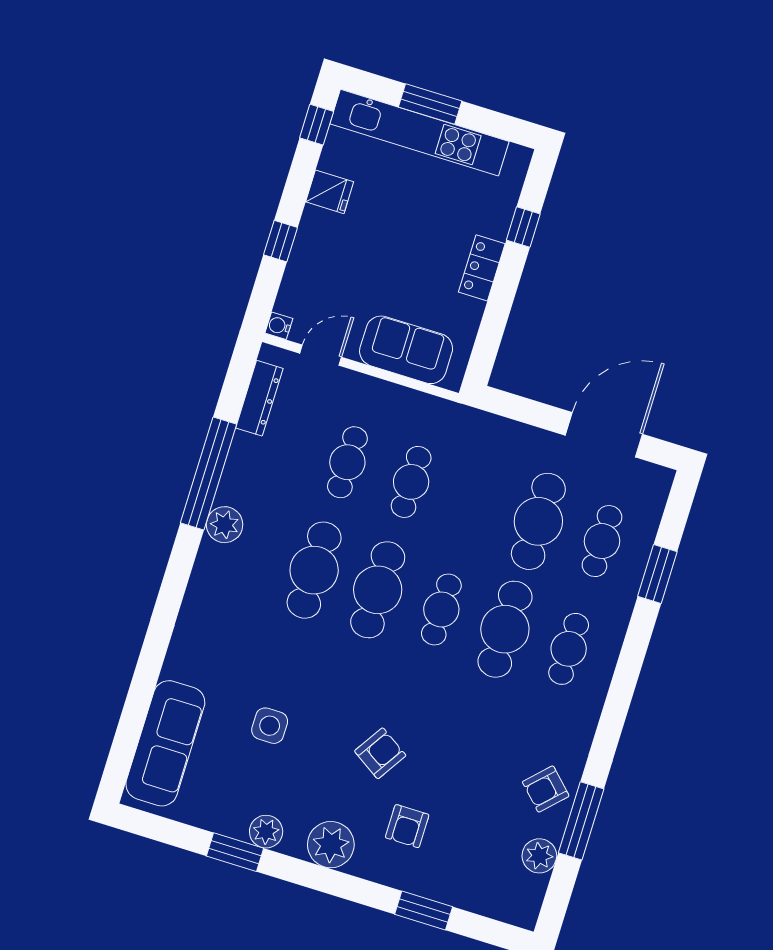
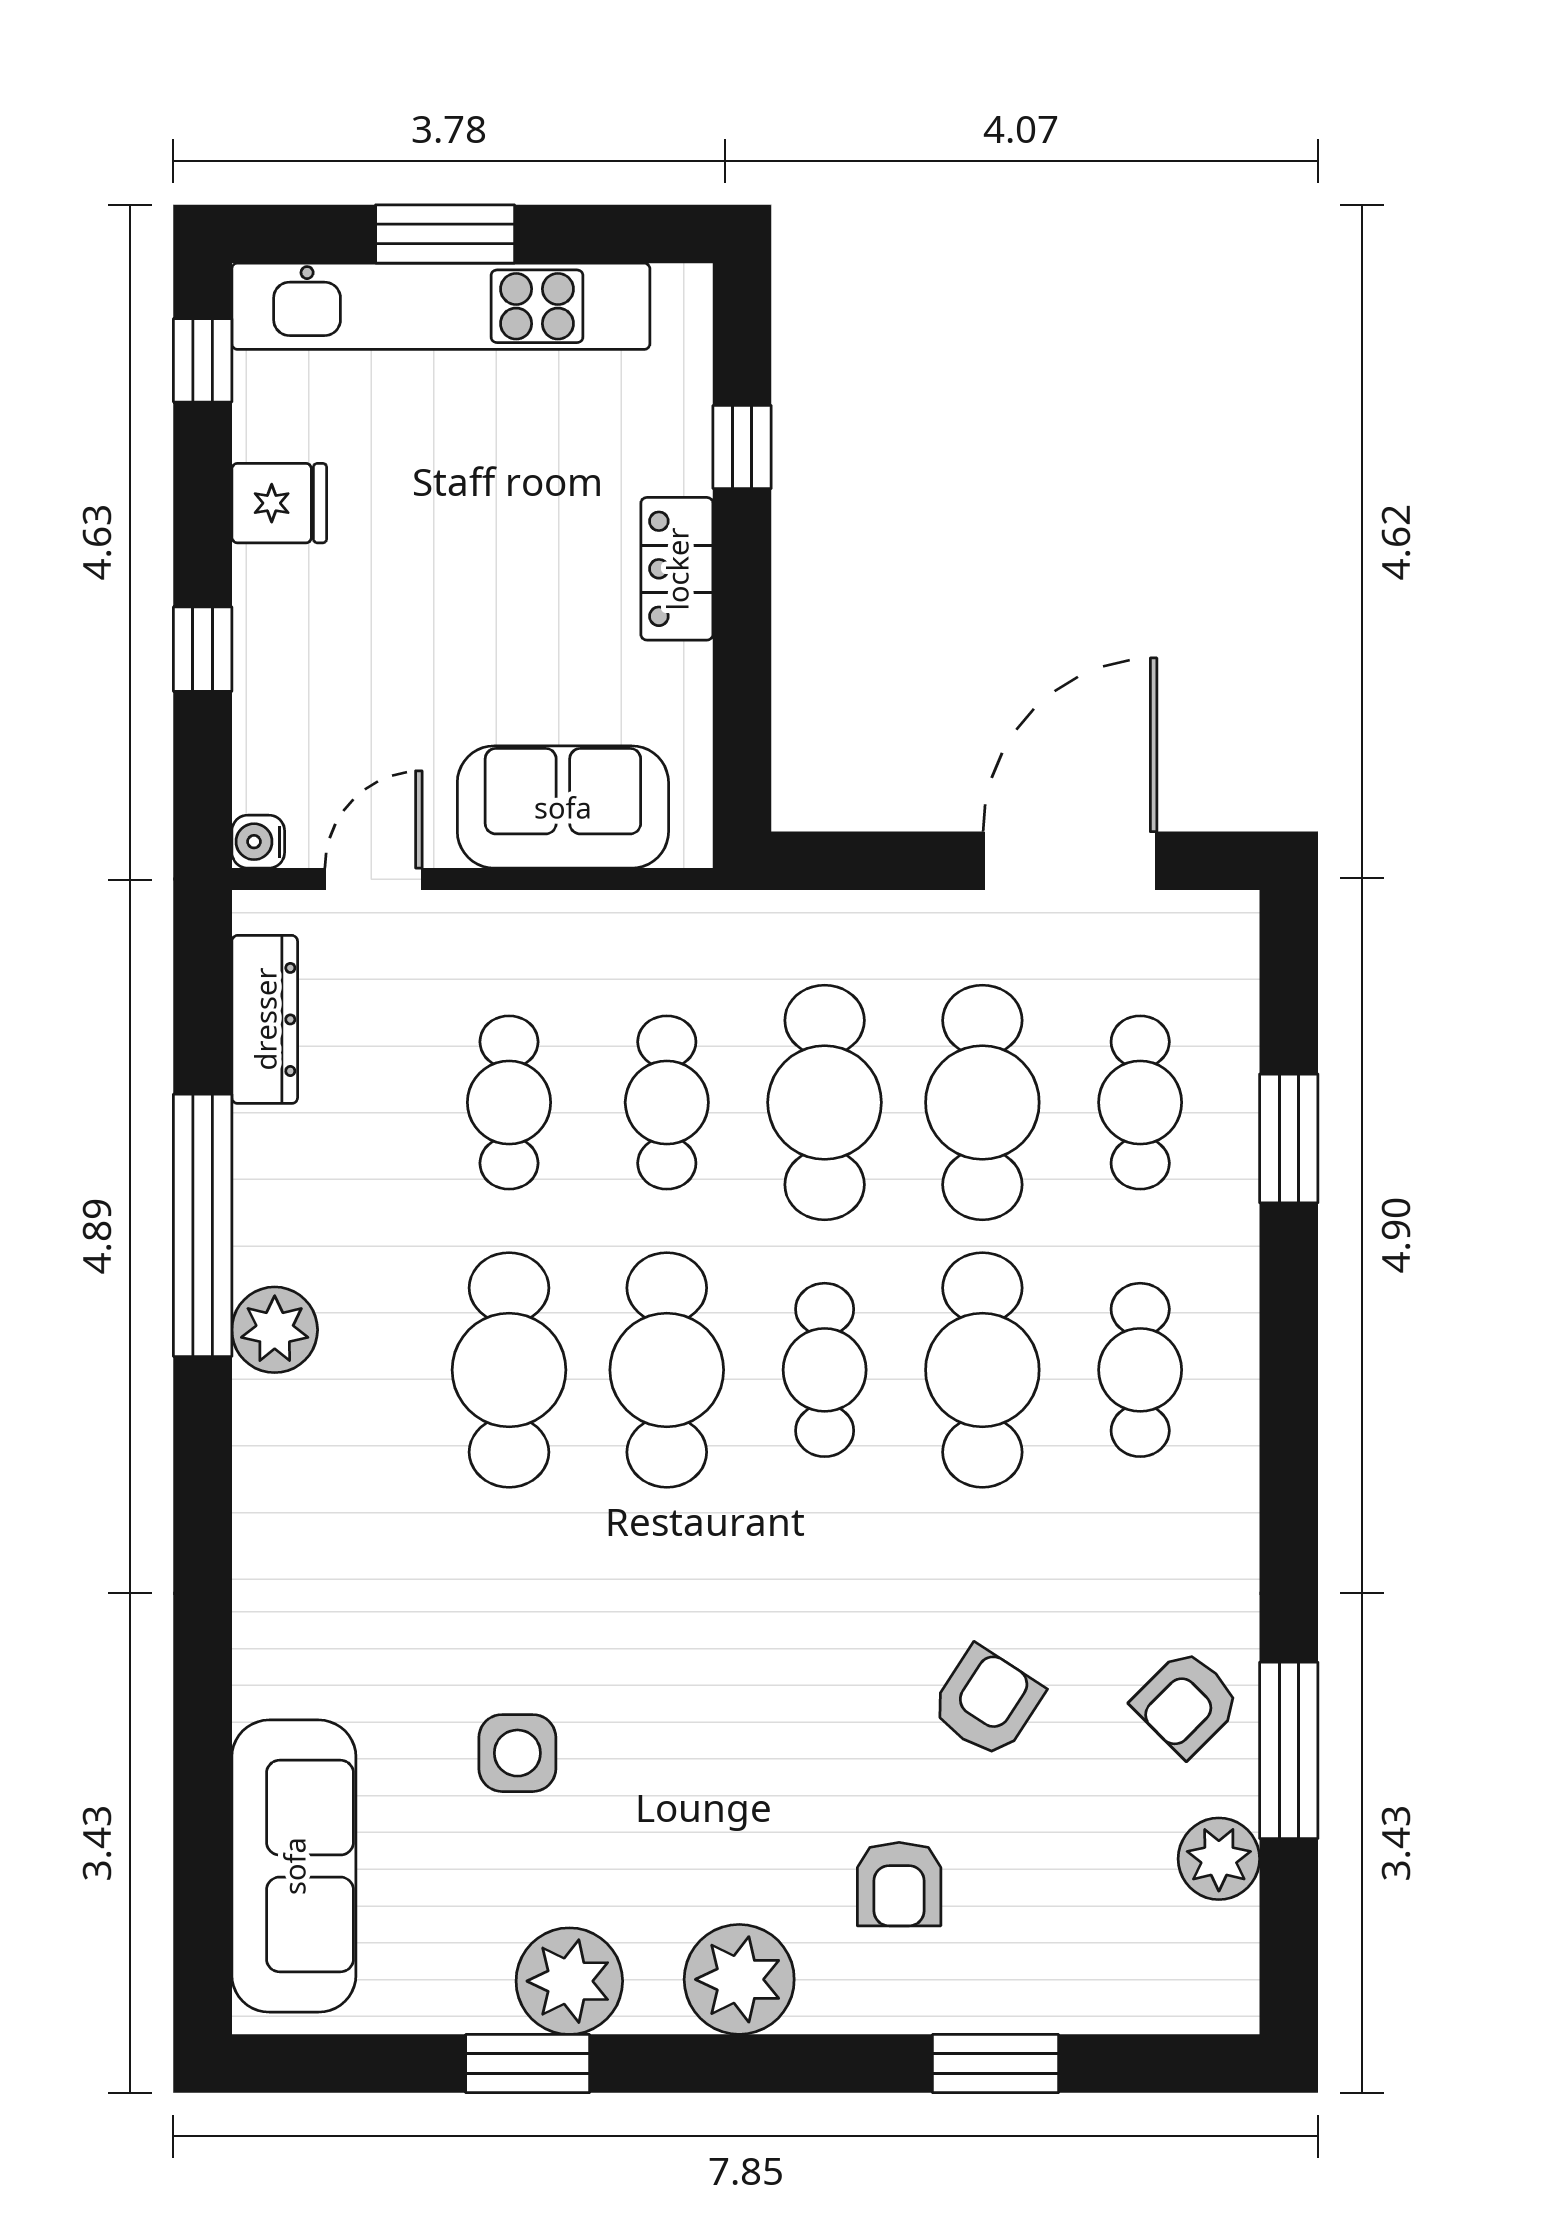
cafe table: (475, 502) -> (825, 1102), added
armchair: (380, 753) -> (987, 1702), moved
plant: (266, 832) -> (569, 1981), width x1.36, depth x1.36

